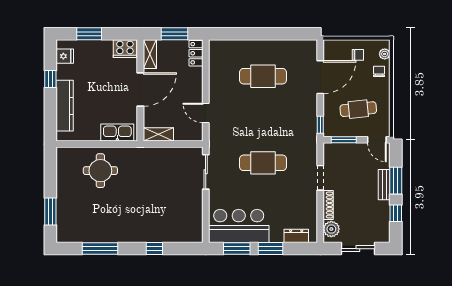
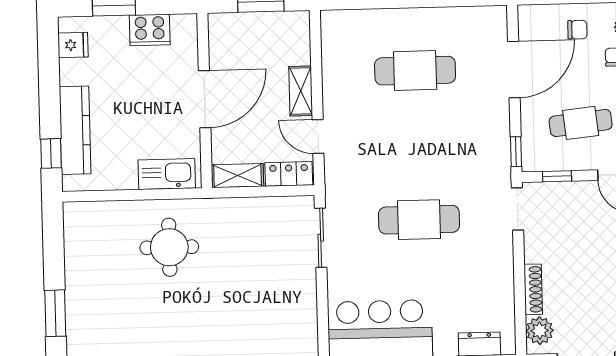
cooker: (125, 49) -> (150, 30), moved
locker: (196, 53) -> (289, 174), moved, turned 90
shelving: (150, 54) -> (301, 91), moved
window: (50, 79) -> (51, 153), moved
window: (344, 140) -> (557, 176), width x0.67
round table: (100, 171) -> (169, 247), moved
doorway: (320, 178) -> (517, 209), moved

